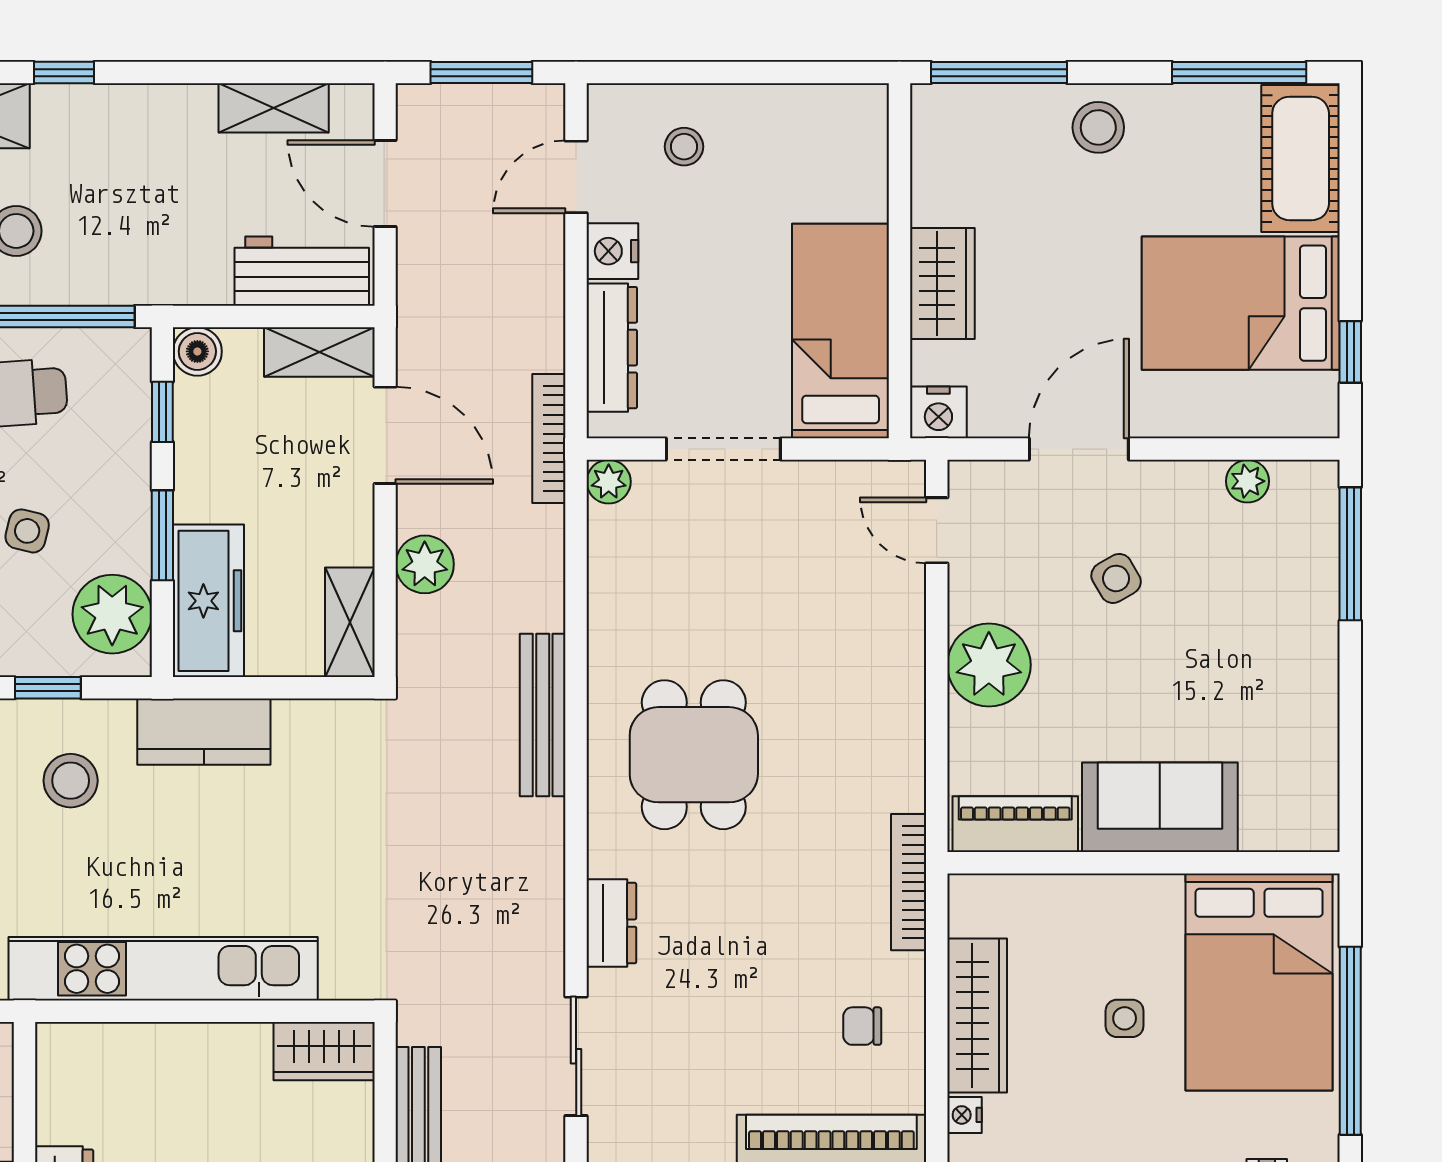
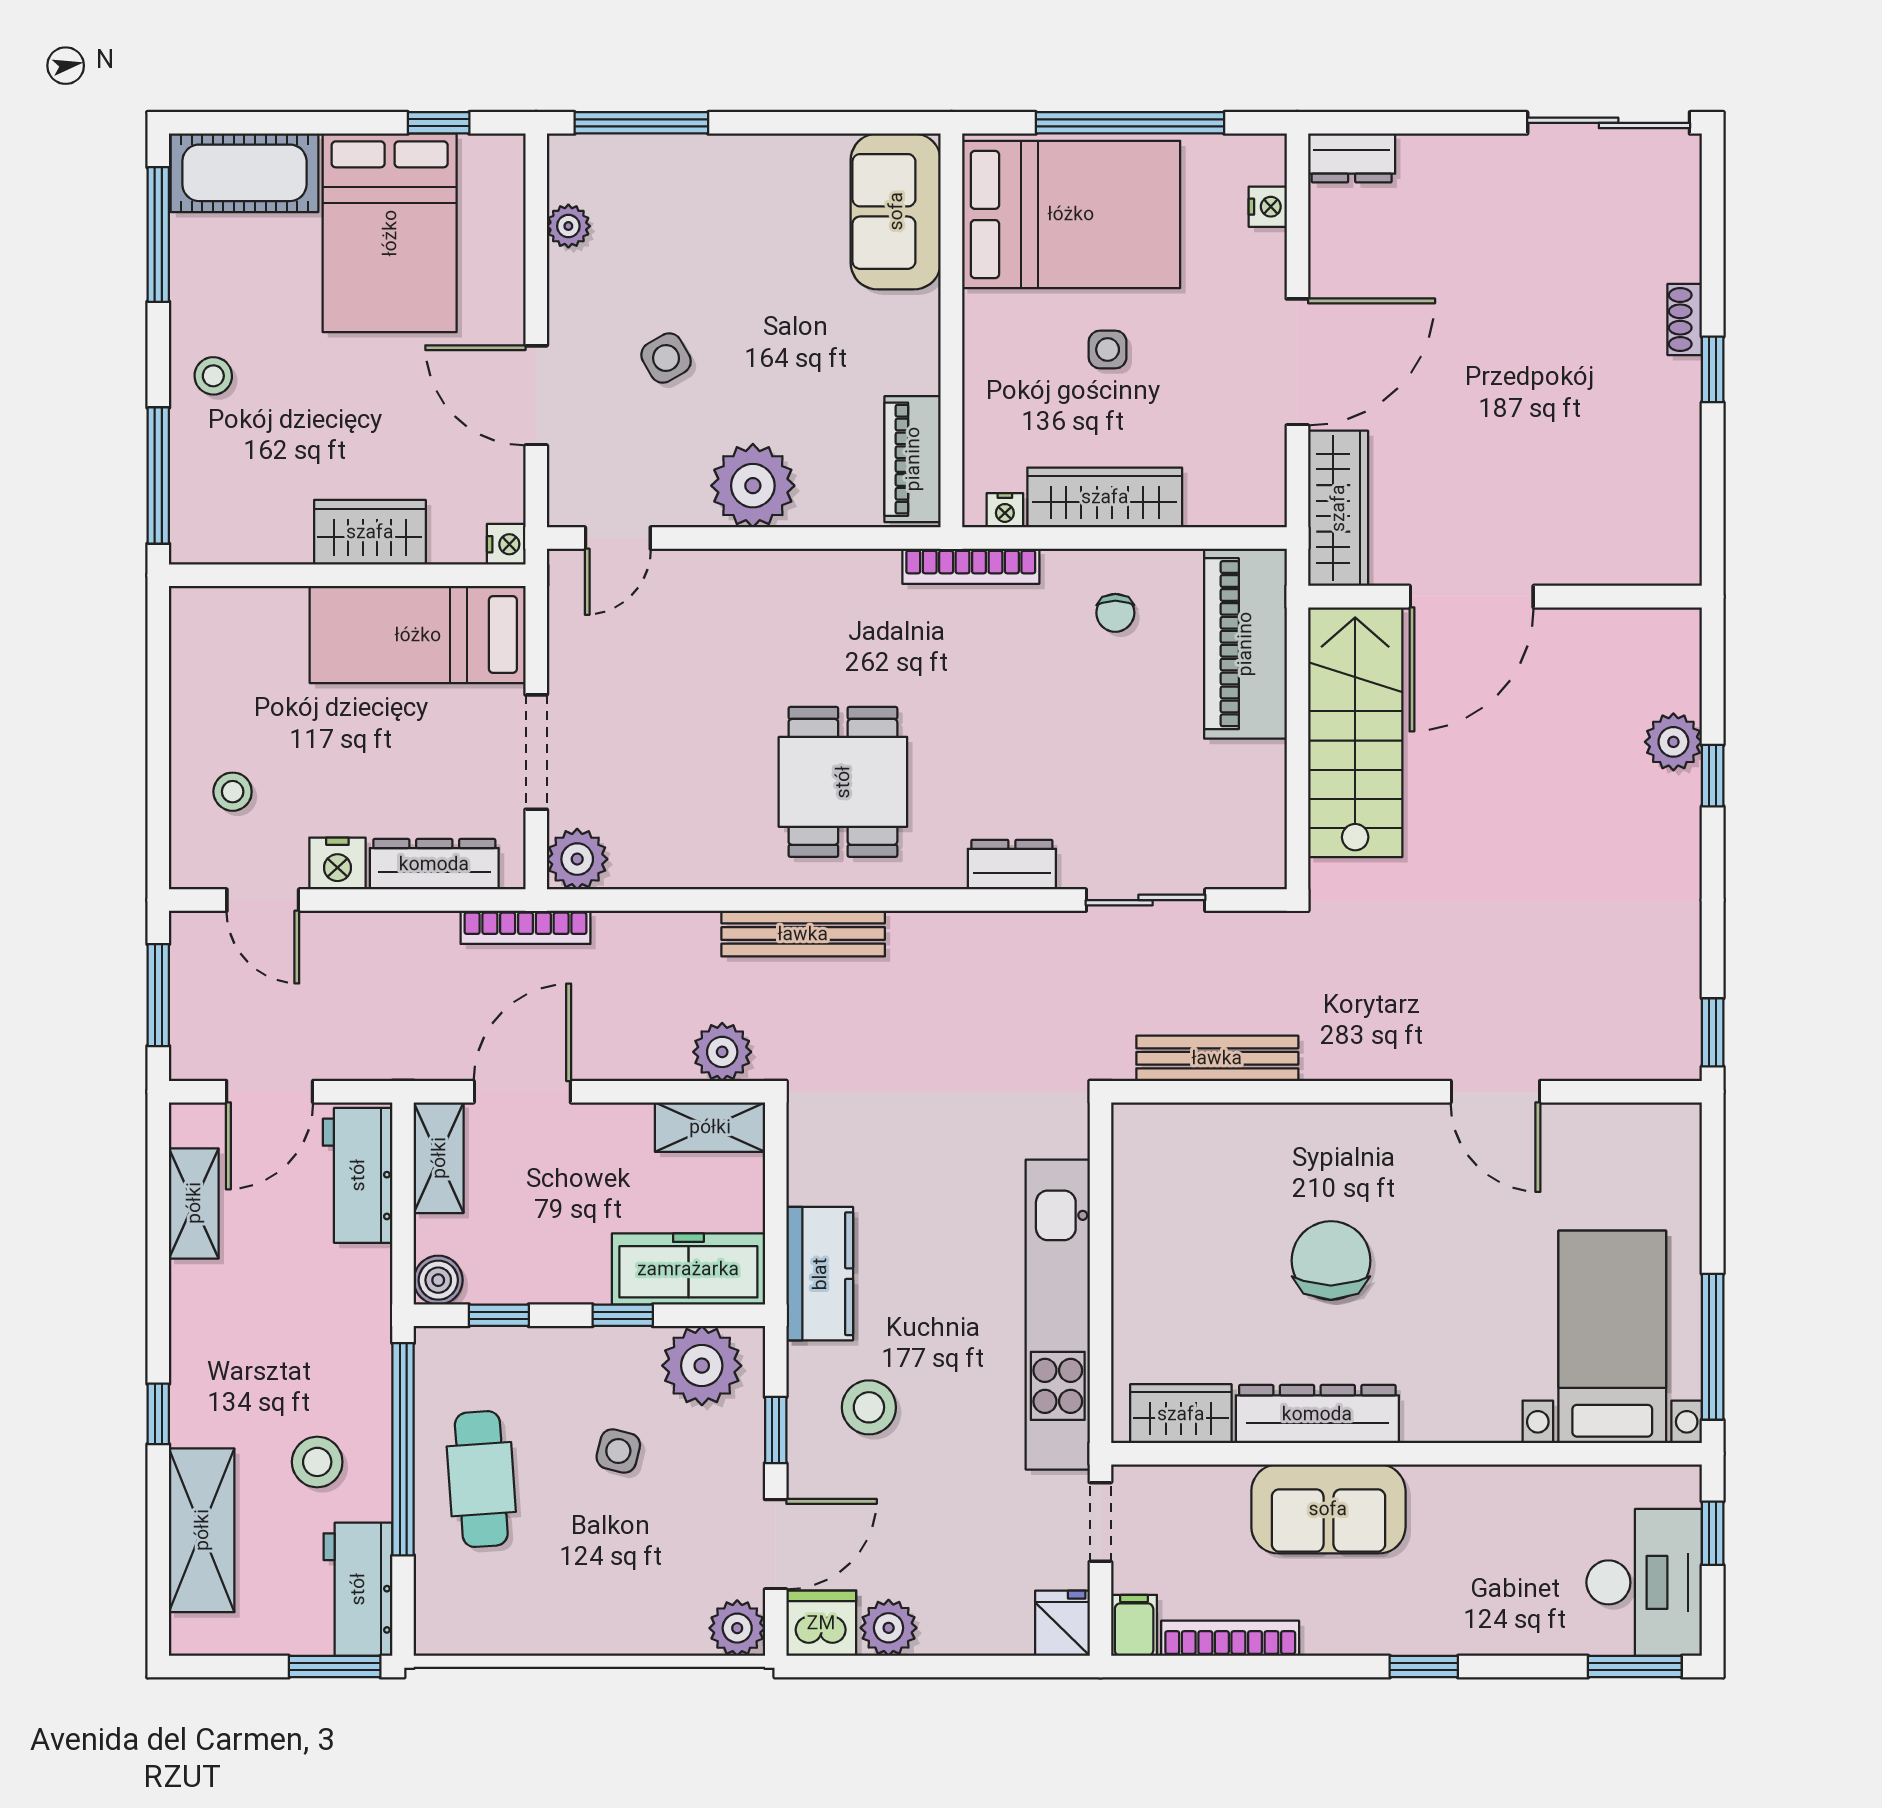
stool: (1098, 127) -> (213, 376), width x0.73, depth x0.73
nightstand: (938, 412) -> (506, 544), width x0.72, depth x0.74
plant: (609, 482) -> (577, 859), width x1.38, depth x1.38
window: (162, 535) -> (623, 1315), width x0.67
plant: (425, 564) -> (722, 1052), moved
dining table: (694, 755) -> (843, 782), turned 90
sofa: (1160, 807) -> (896, 211), moved
wardrobe: (324, 1051) -> (1181, 1414), moved, turned -90
nightstand: (964, 1115) -> (1005, 510), moved

